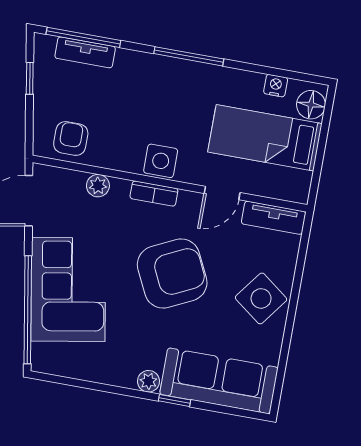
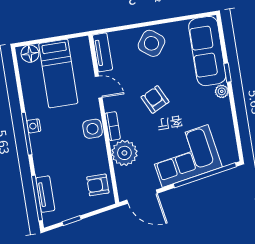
nightstand: (276, 86) -> (34, 126), moved
plant: (98, 186) -> (124, 153), width x1.87, depth x1.87
armchair: (172, 274) -> (155, 99), width x0.53, depth x0.53

